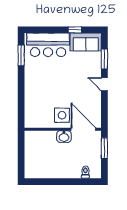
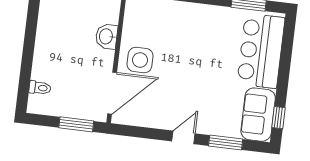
window: (75, 30) -> (278, 118), moved
washbasin: (64, 137) -> (107, 36), moved

